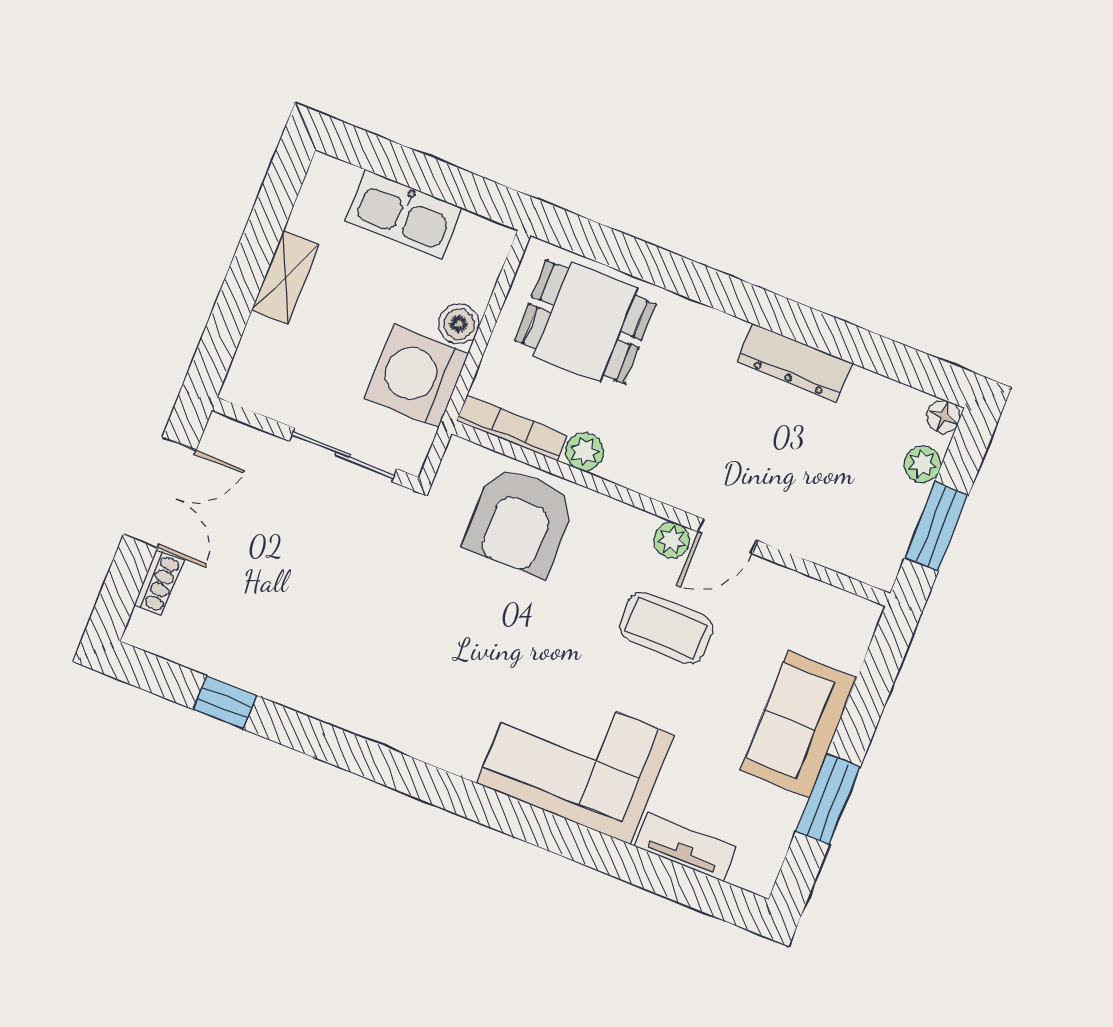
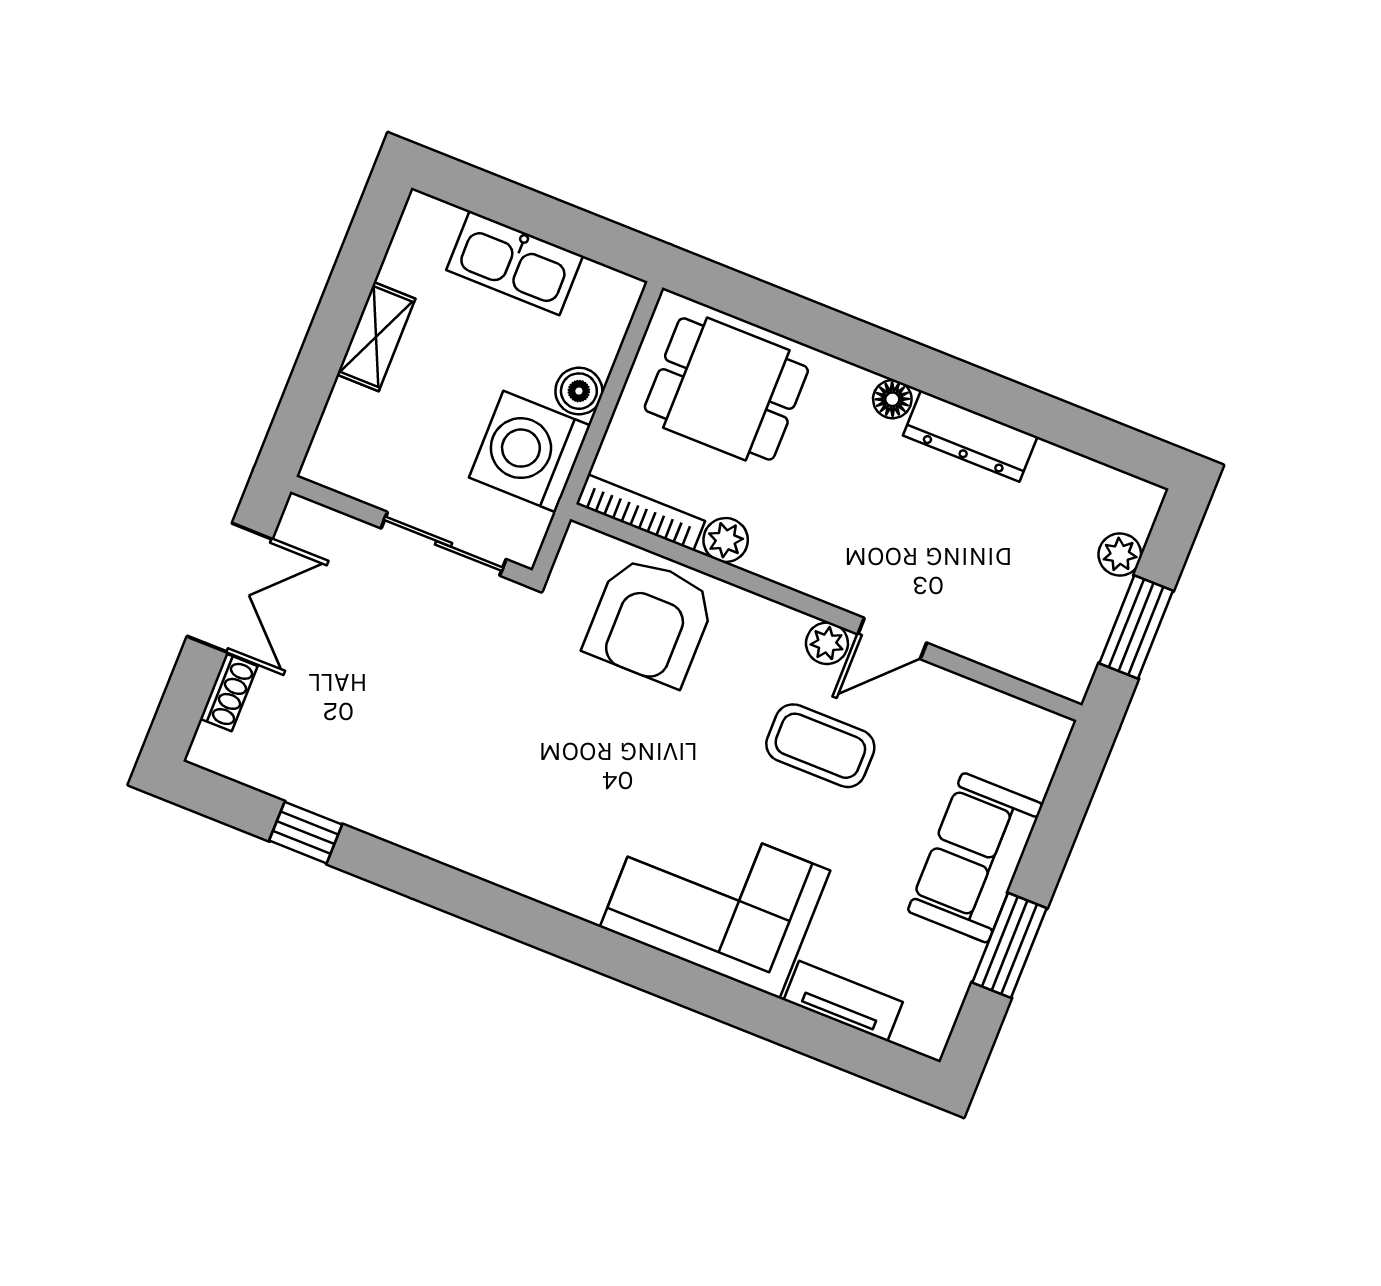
floor lamp: (943, 417) -> (892, 399), moved

